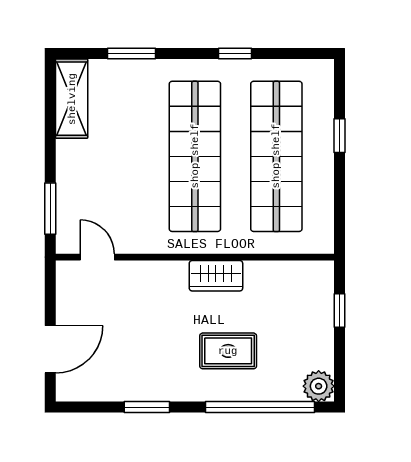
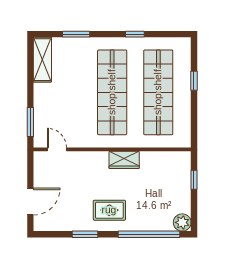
rug: (228, 351) -> (109, 210), moved

